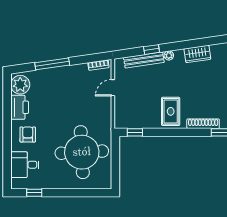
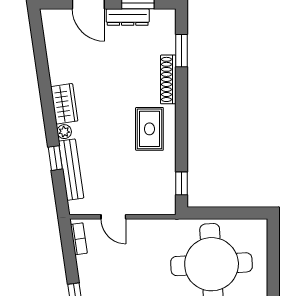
wardrobe: (197, 54) -> (64, 104), moved
rug: (171, 111) -> (149, 129), turned 90

